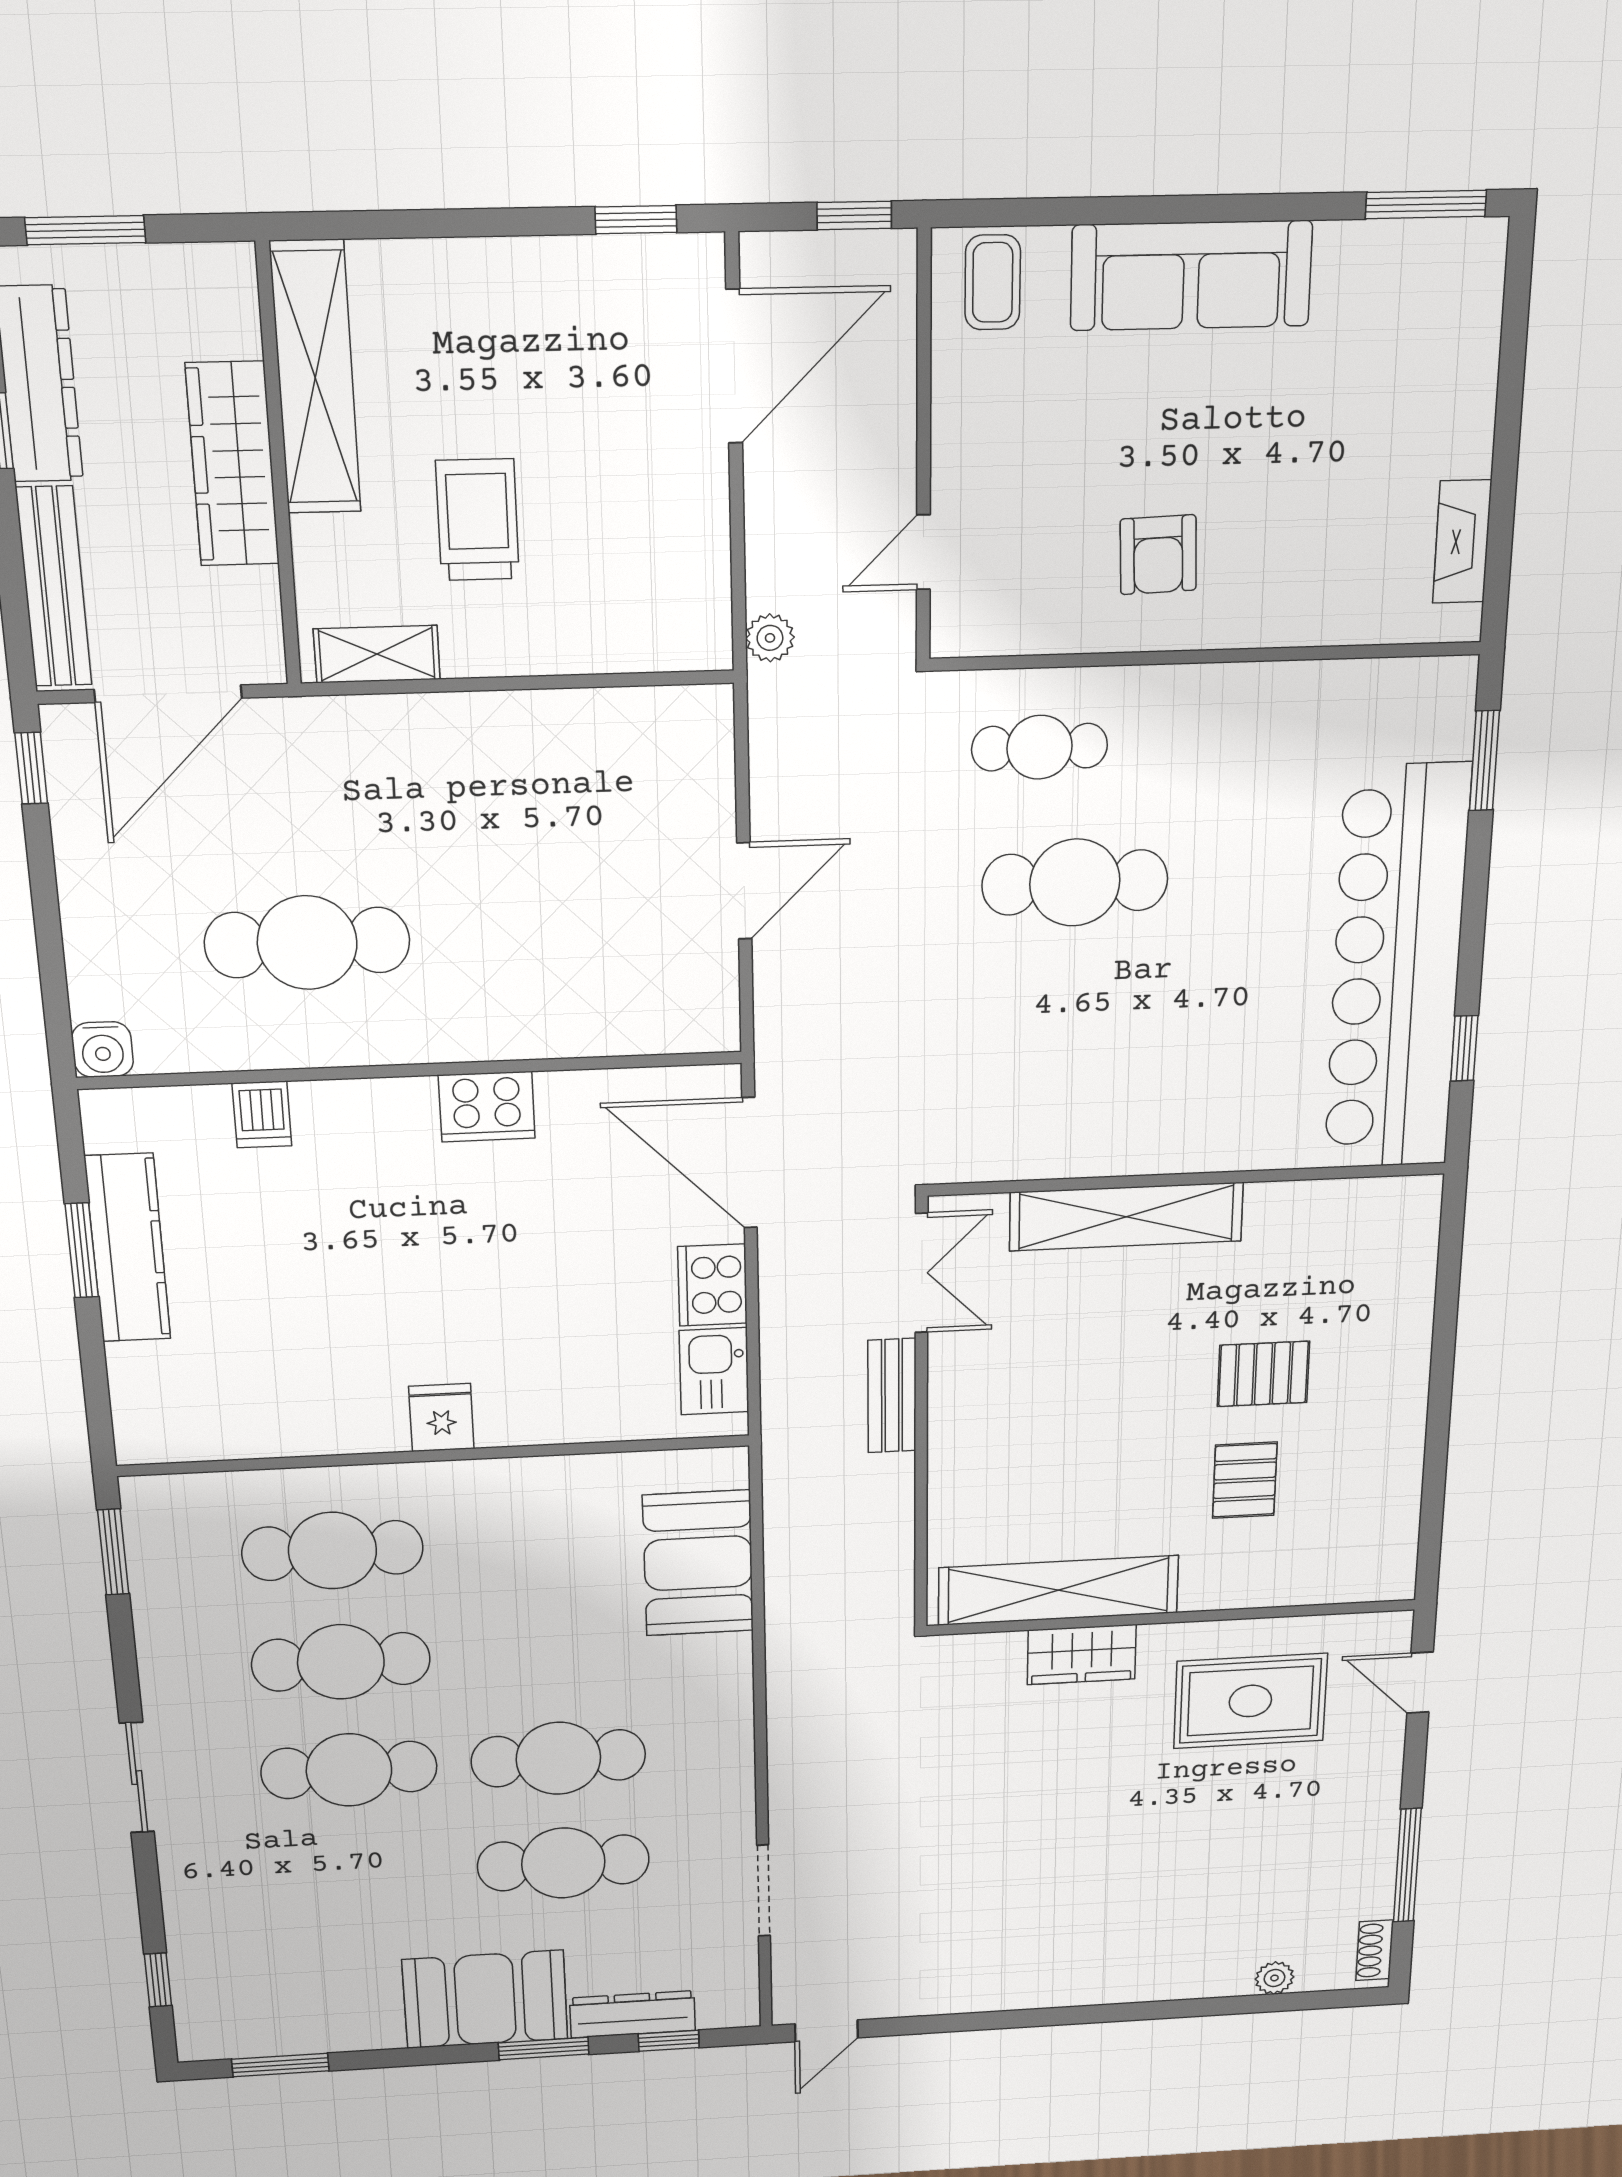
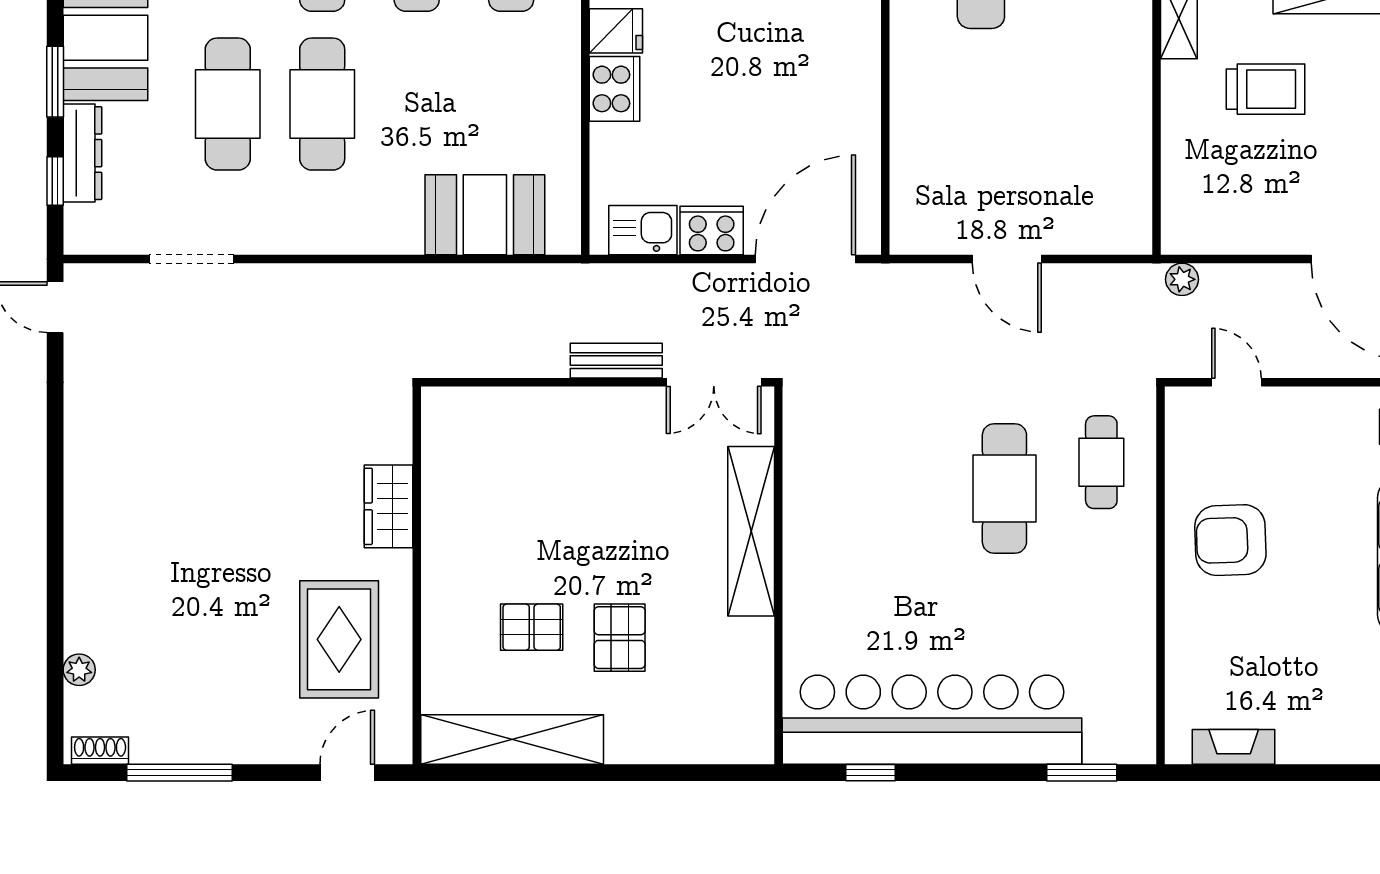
armchair: (1158, 555) -> (1230, 540), width x1.38, depth x1.38
cooker: (487, 1107) -> (614, 89), moved, turned 180
shelving: (1058, 1590) -> (512, 740), moved, turned 90

